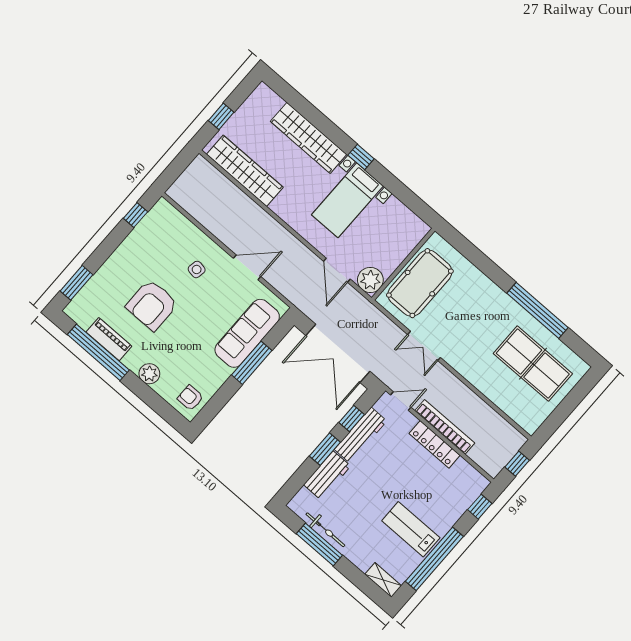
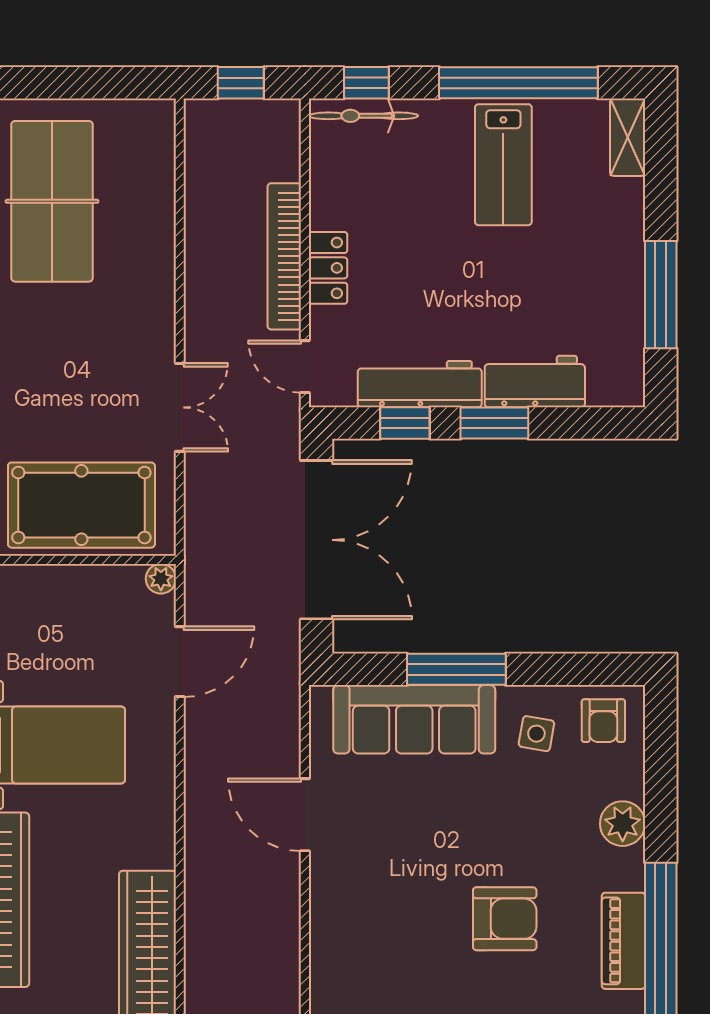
side table: (197, 269) -> (536, 734), moved
plant: (370, 280) -> (161, 579), width x0.53, depth x0.53
armchair: (152, 305) -> (505, 919), width x0.73, depth x0.73
locker: (435, 444) -> (328, 268), width x0.66
bicycle: (325, 530) -> (363, 116), moved, turned -90

